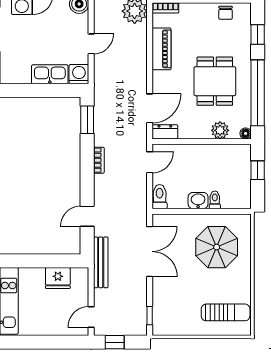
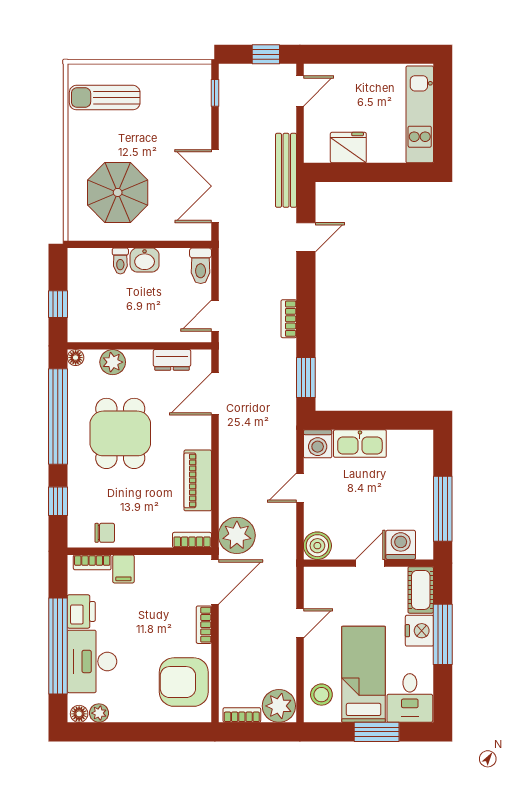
chair: (226, 13) -> (105, 533), turned 90
dresser: (165, 132) -> (172, 360), moved

